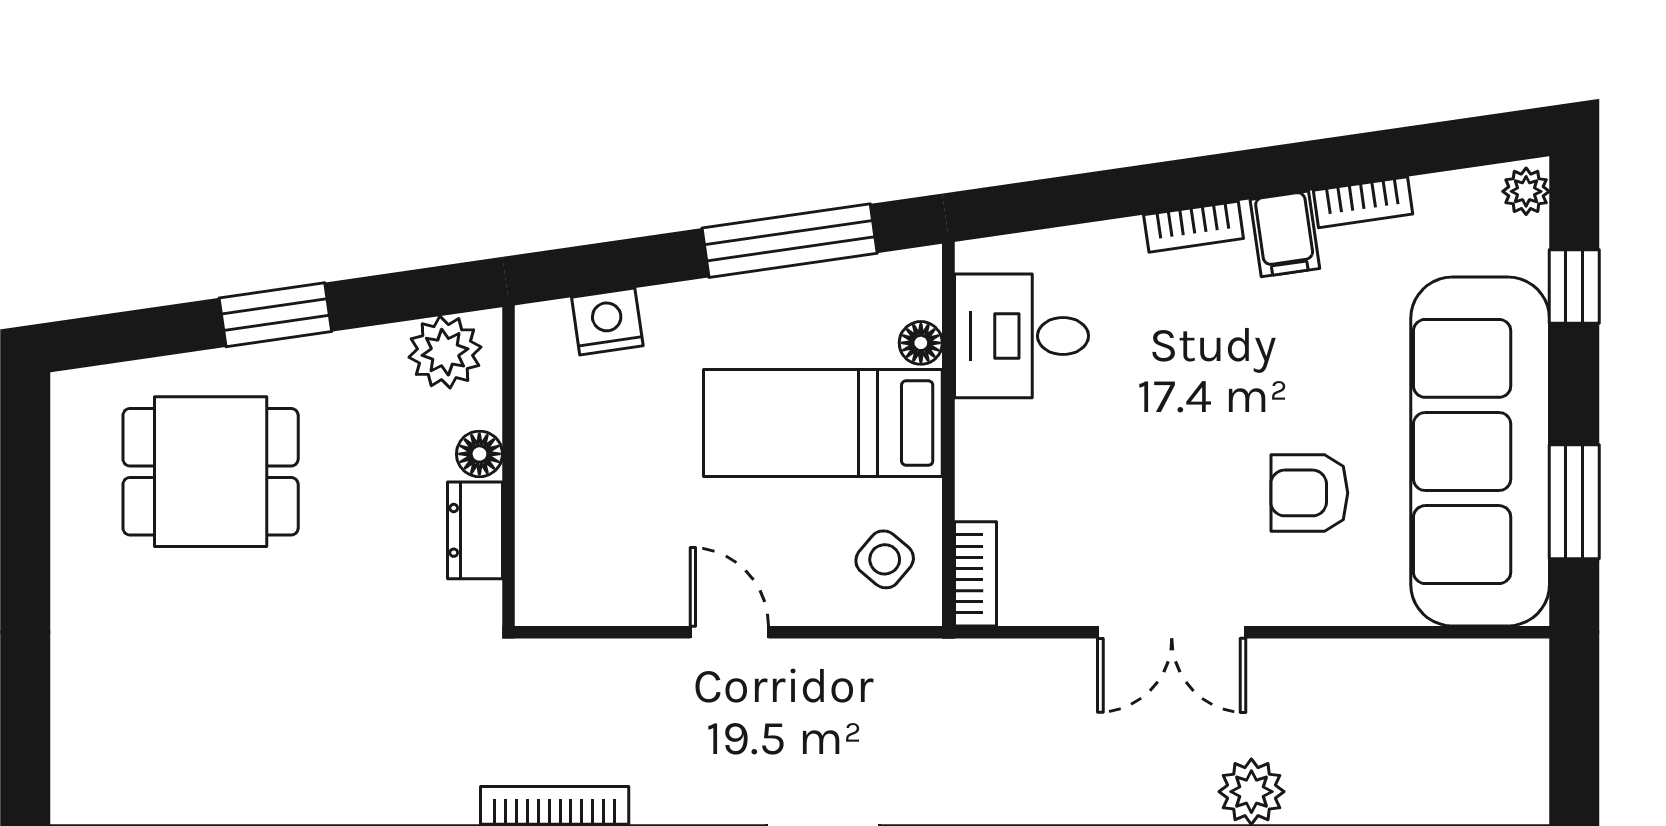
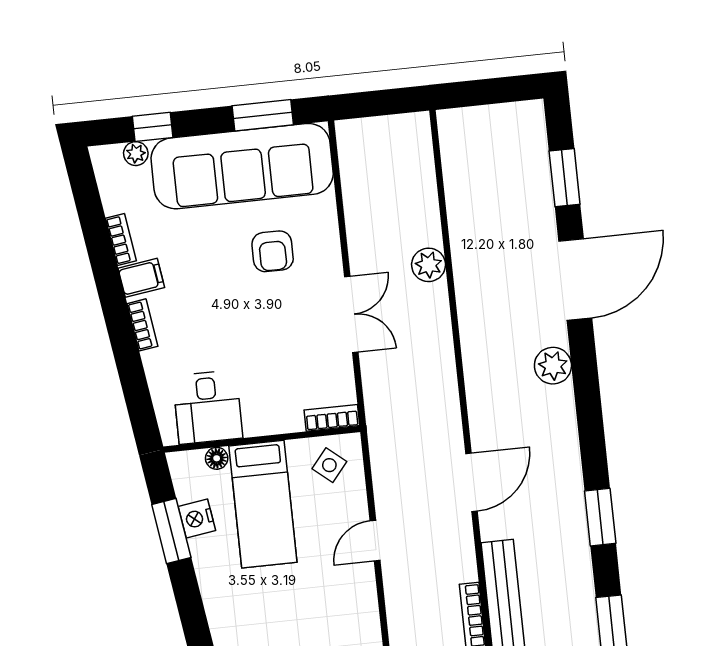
plant: (1526, 191) -> (136, 154), moved
window: (790, 241) -> (171, 531), width x0.69
nightstand: (607, 322) -> (197, 518), moved

